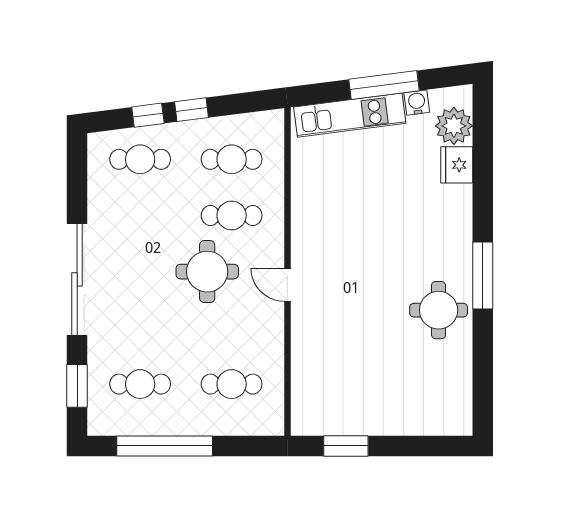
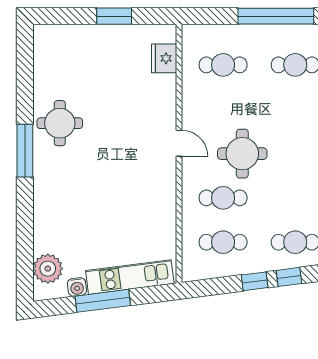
fridge: (457, 165) -> (164, 58), moved, turned 180
window: (346, 446) -> (114, 16), moved

